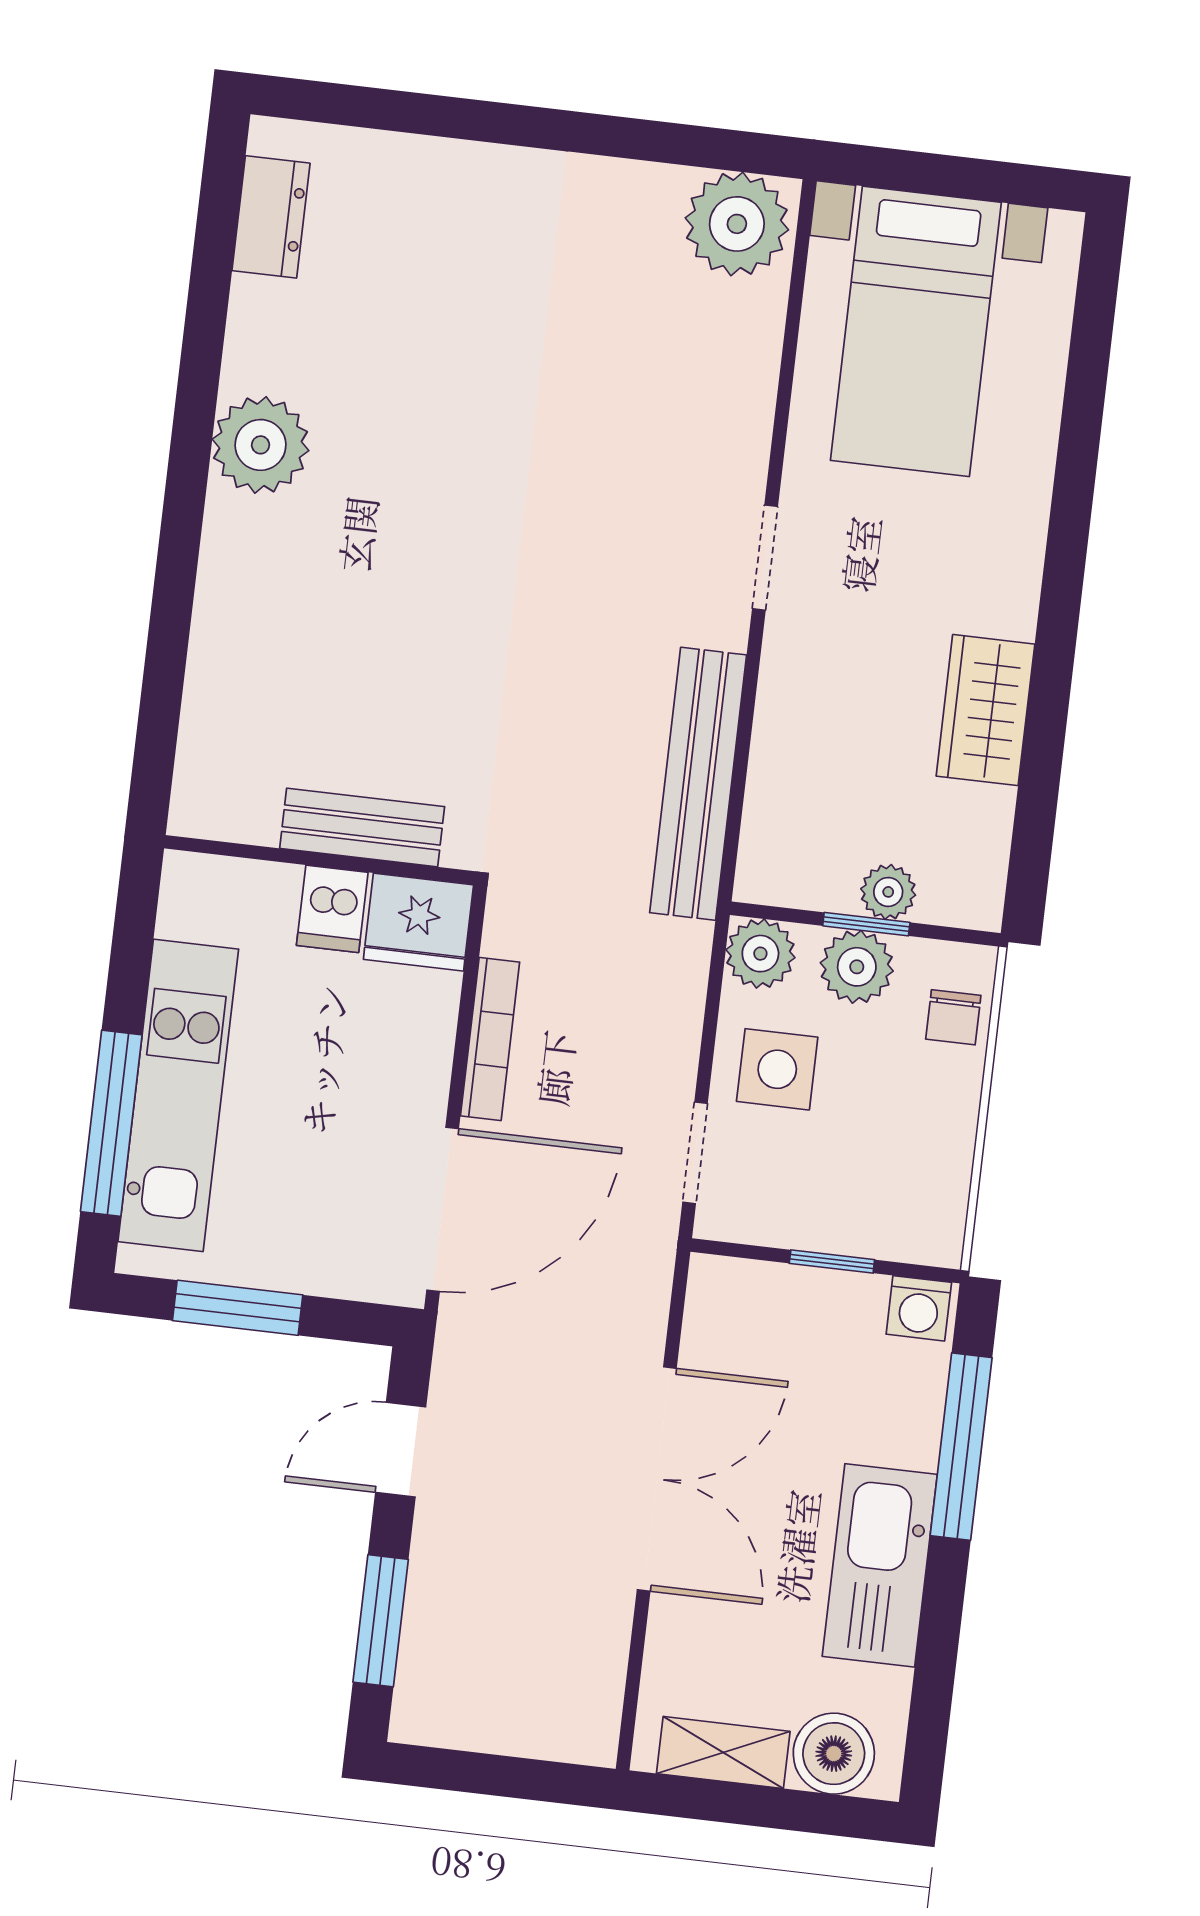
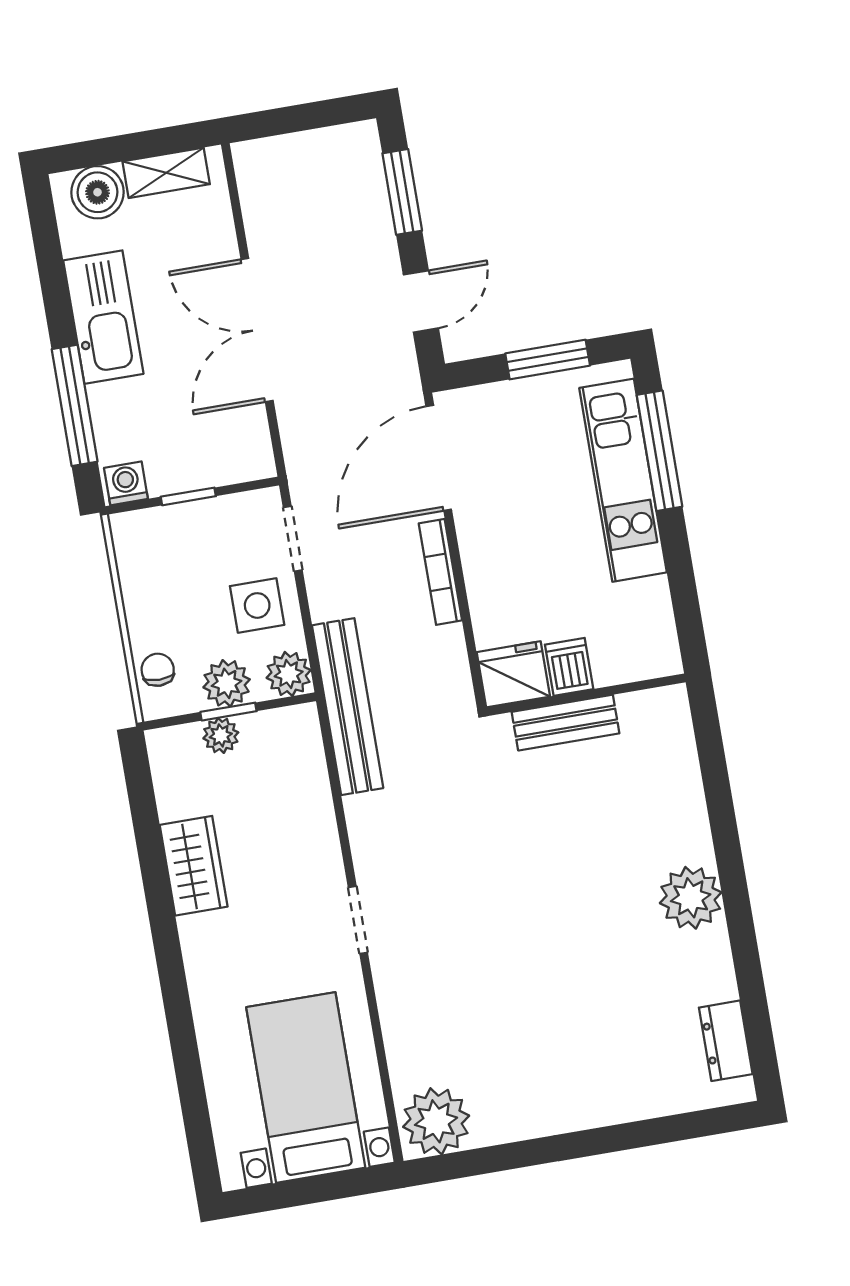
bench: (698, 784) -> (348, 707), moved
bench: (362, 827) -> (566, 723), moved
wall: (320, 860) -> (586, 695), moved
dishwasher: (332, 909) -> (569, 667), moved
fridge: (418, 922) -> (513, 674), moved

